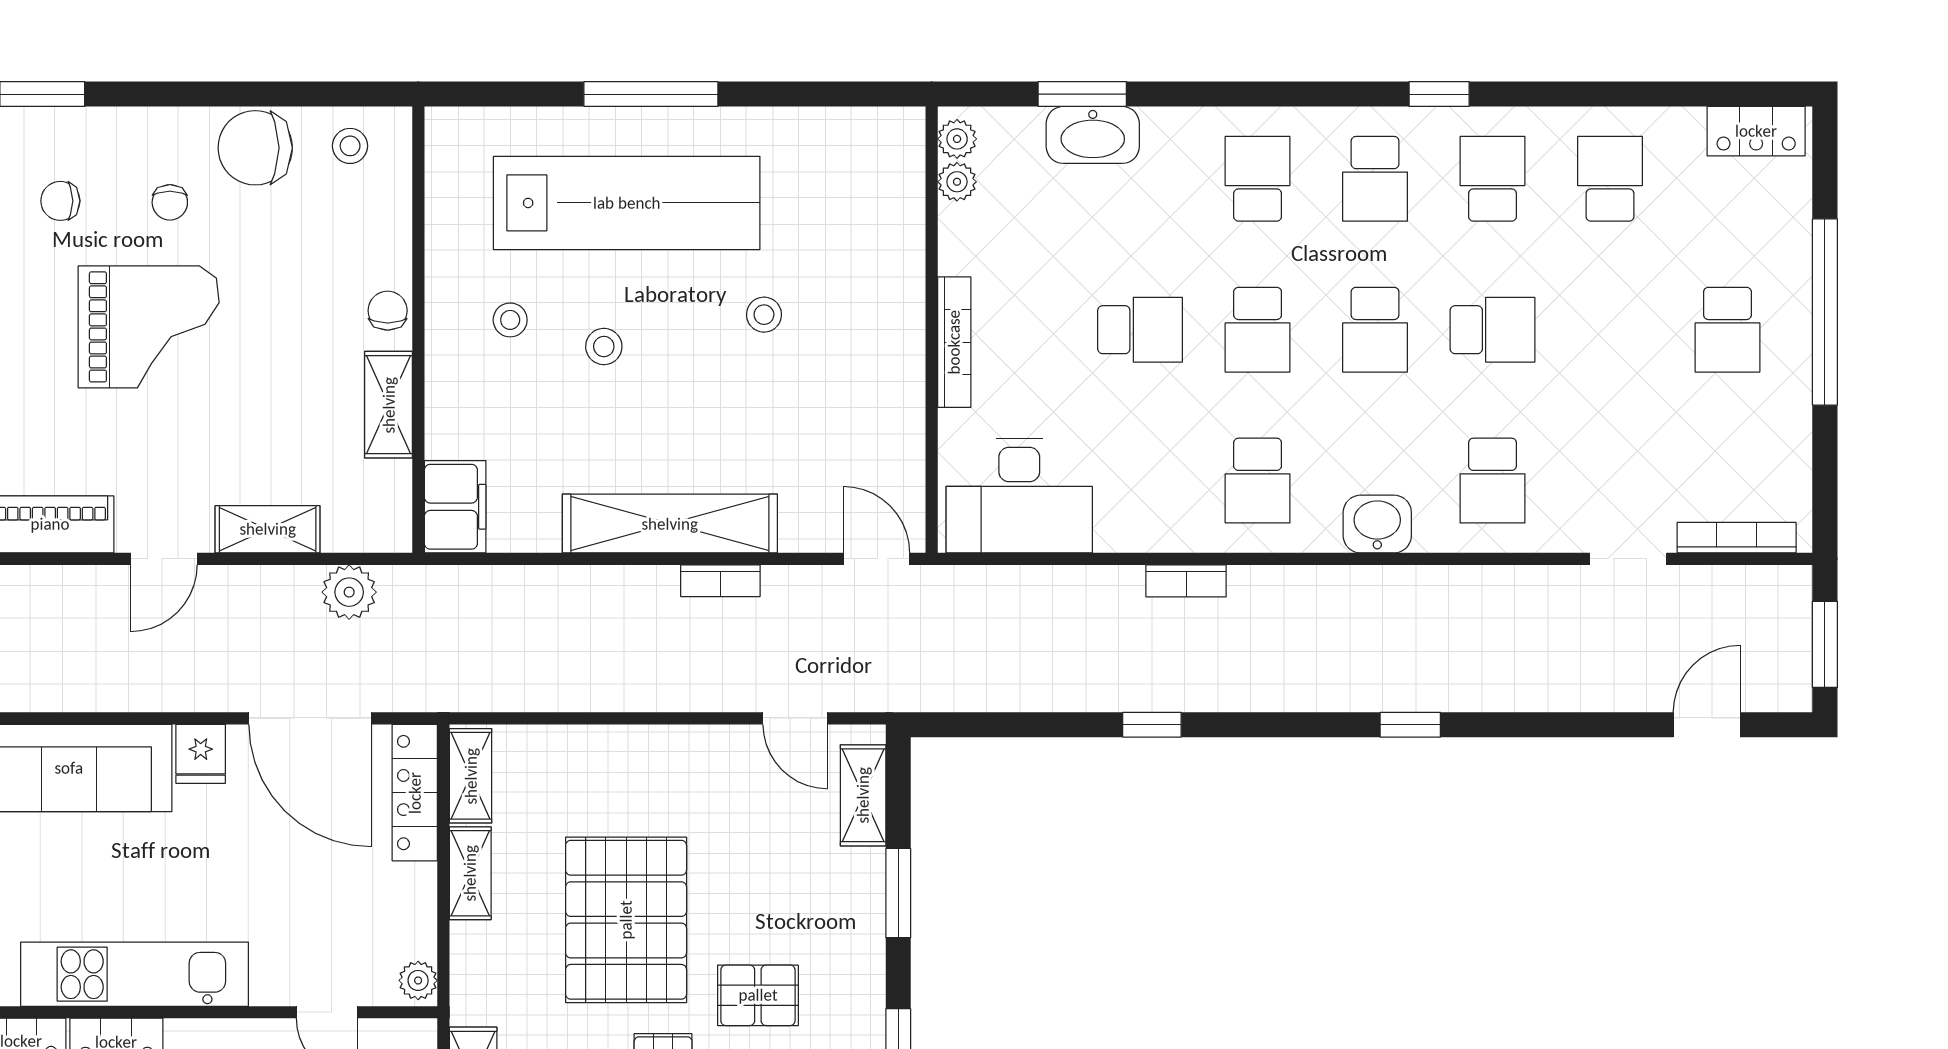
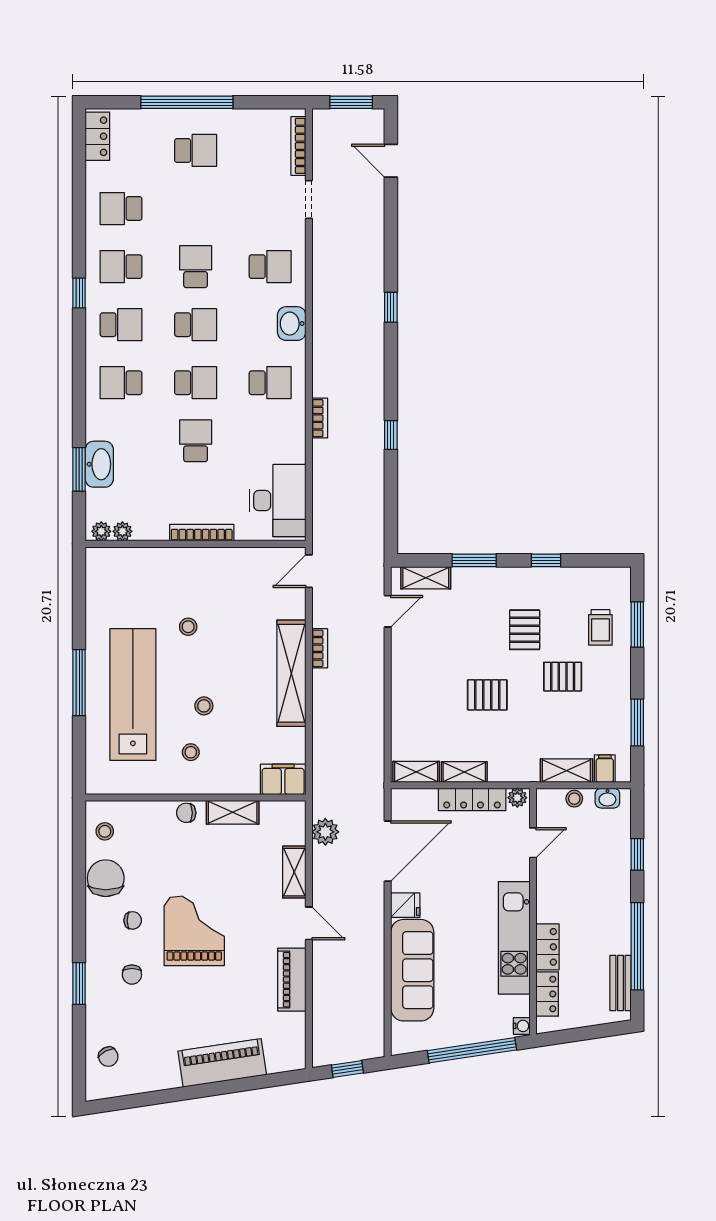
chair: (255, 148) -> (106, 878), turned 180
locker: (415, 793) -> (472, 799), moved
pallet: (626, 920) -> (487, 695), width x0.49, depth x0.50

